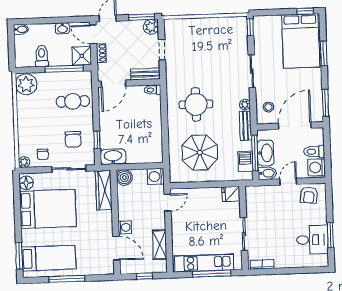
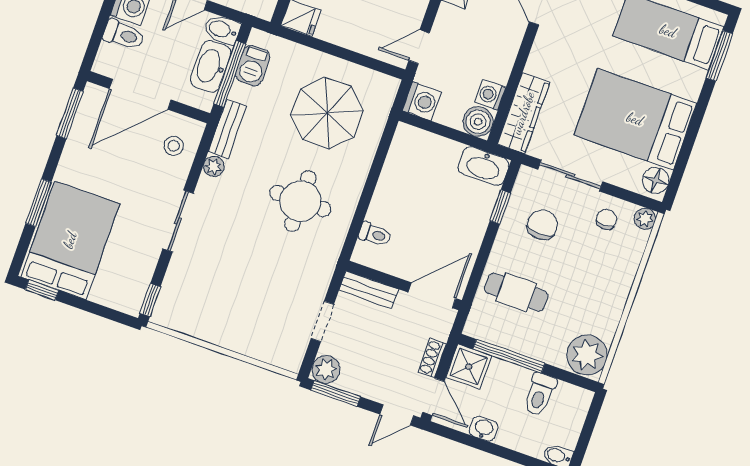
toilet: (153, 90) -> (375, 234), moved
washing machine: (125, 227) -> (490, 95), moved

